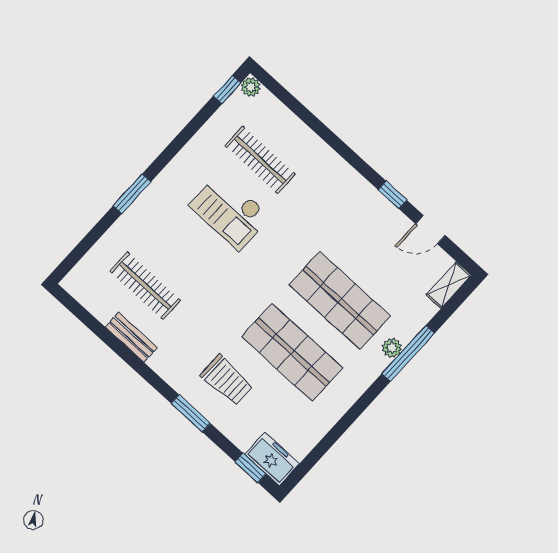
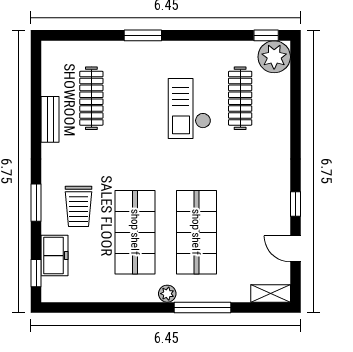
plant: (251, 87) -> (274, 57), width x1.88, depth x1.88
plant: (392, 348) -> (167, 294), moved
freezer: (272, 459) -> (55, 256), moved

